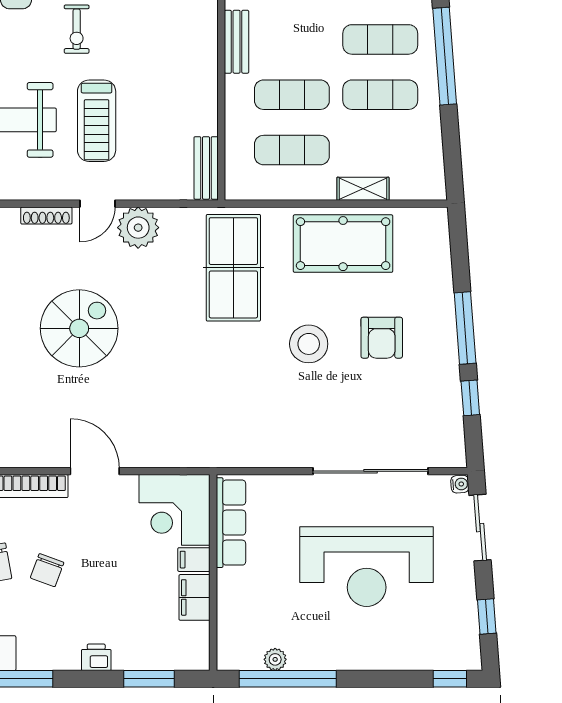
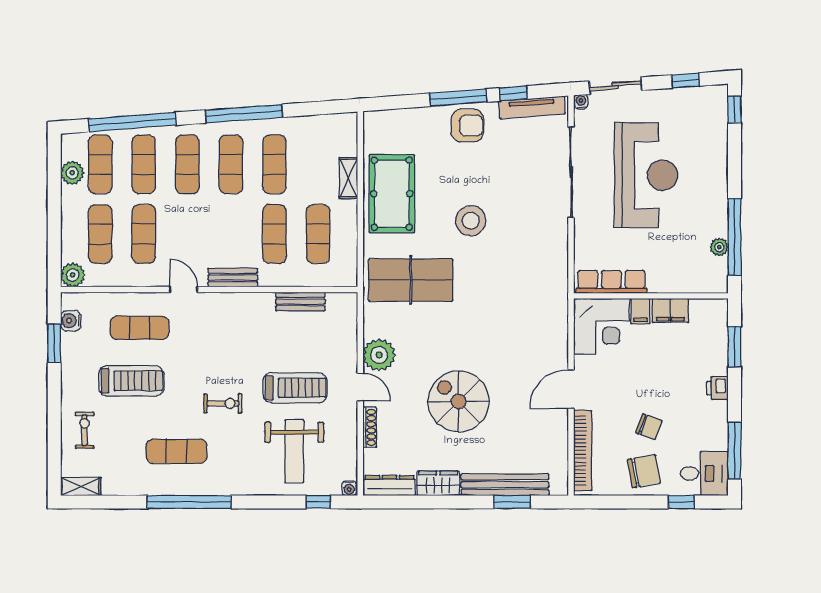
bench: (206, 168) -> (300, 302), moved
armchair: (382, 338) -> (467, 126), moved
tv unit: (453, 422) -> (532, 107), added

